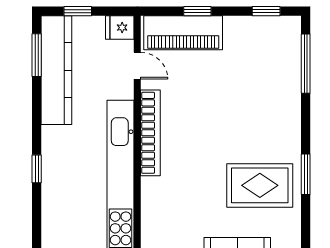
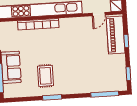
bookcase: (150, 133) -> (38, 24), moved
rug: (260, 185) -> (45, 76), width x0.73, depth x0.70

